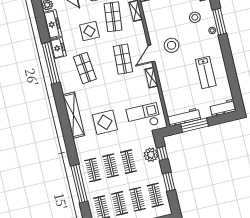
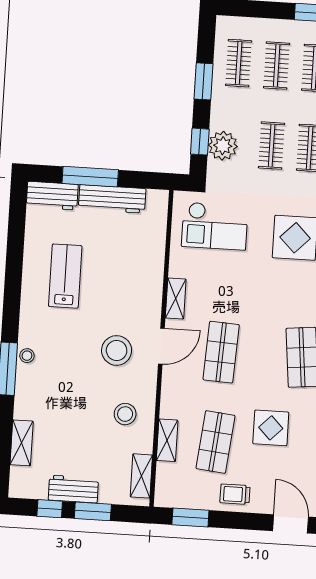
stool: (195, 17) -> (125, 414), moved
workbench: (184, 117) -> (112, 199), moved
window: (195, 125) -> (90, 177), moved

